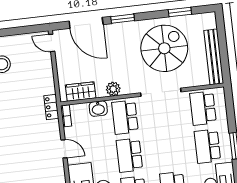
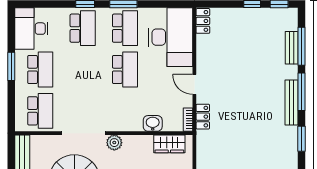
plant: (113, 89) -> (114, 143), moved
locker: (51, 107) -> (203, 117), moved
school desk: (125, 117) -> (125, 111), removed

